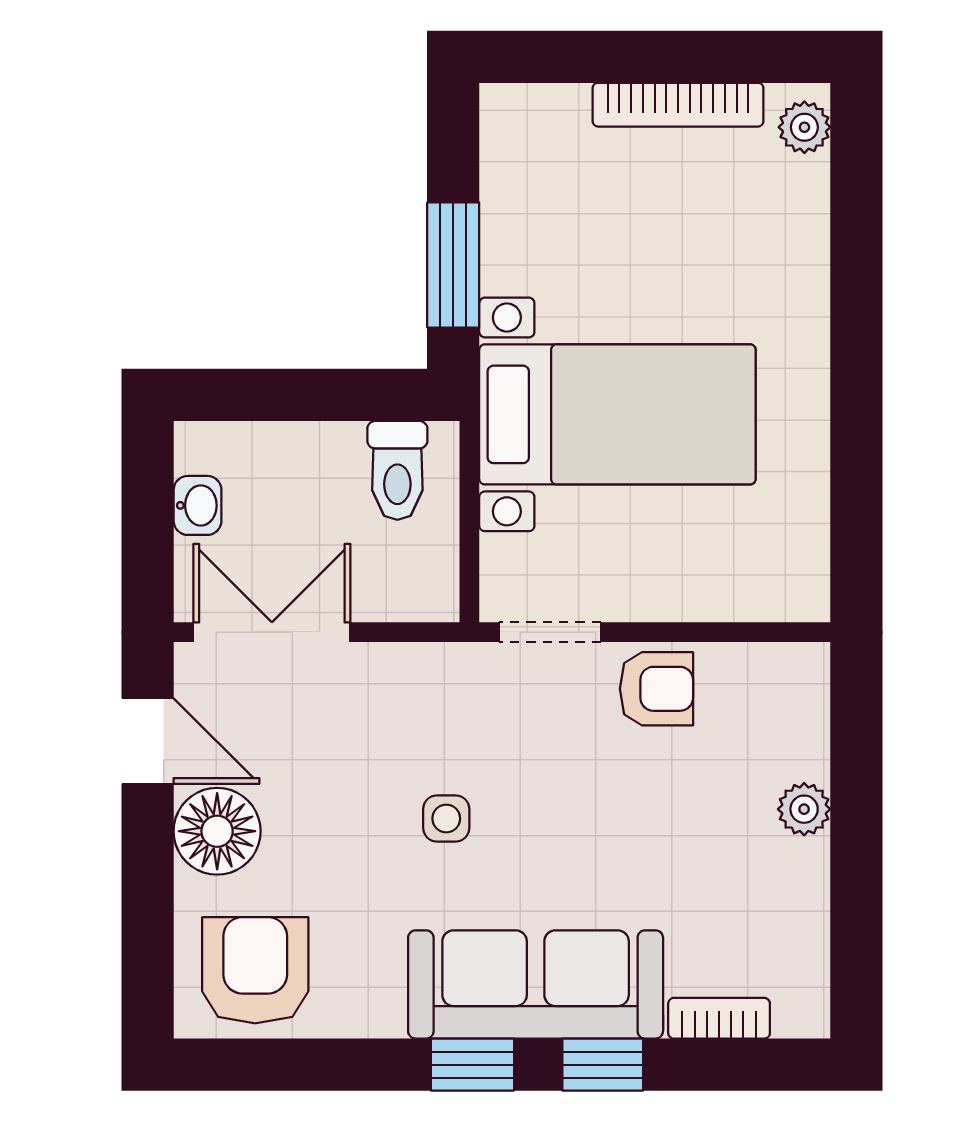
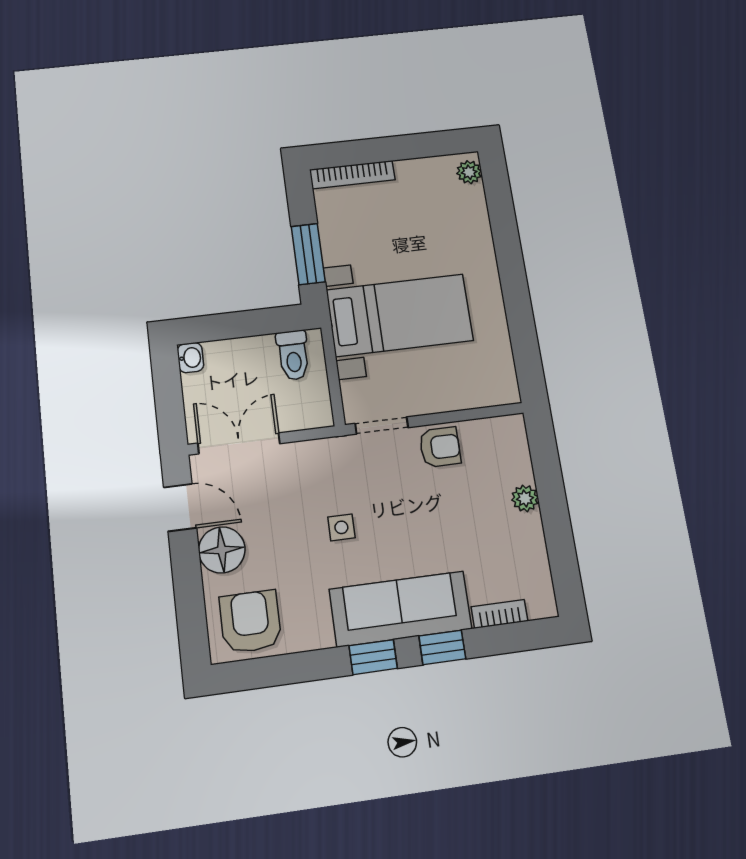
bookcase: (678, 105) -> (352, 175), moved
washbasin: (198, 505) -> (190, 358), moved

